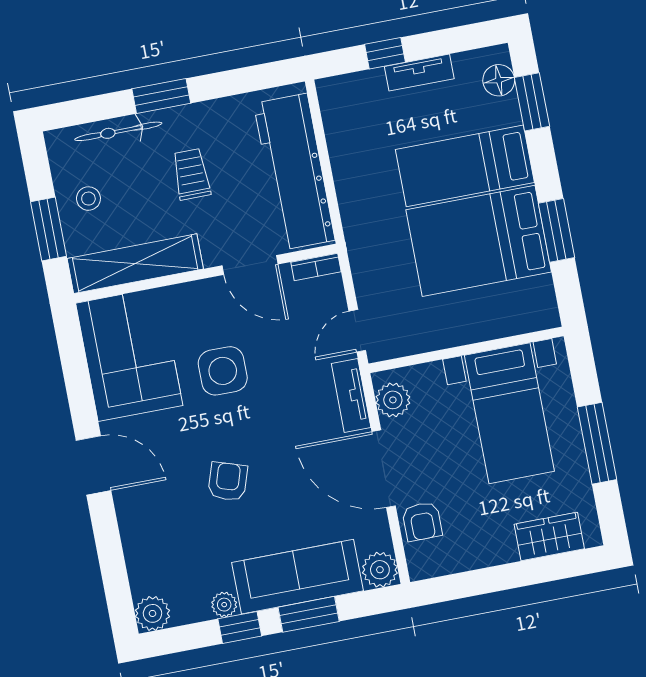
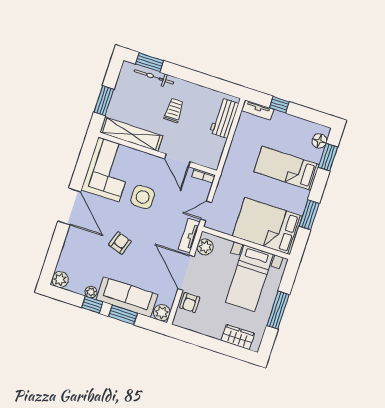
tv unit: (419, 73) -> (258, 110), moved
window: (161, 96) -> (149, 62), moved
workbench: (294, 172) -> (224, 118), width x0.53, depth x0.76
stool: (88, 199) -> (127, 97), removed
bed: (479, 241) -> (267, 226), moved
door: (94, 465) -> (69, 206), width x1.36

